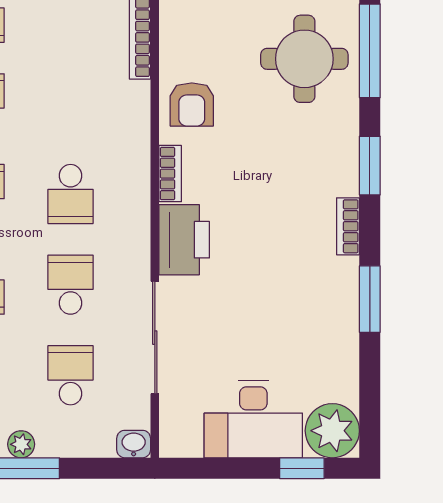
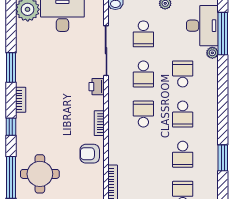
armchair: (192, 104) -> (90, 154), turned -90
window: (370, 166) -> (11, 127), width x0.67
printer: (184, 240) -> (97, 87), width x0.53, depth x0.68

